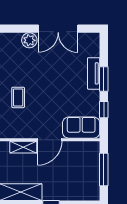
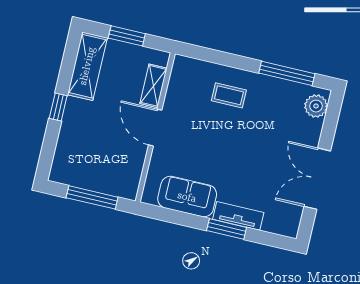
plant: (29, 40) -> (316, 106), moved
window: (104, 110) -> (181, 218), removed
sofa: (81, 128) -> (187, 197), moved, turned -90

